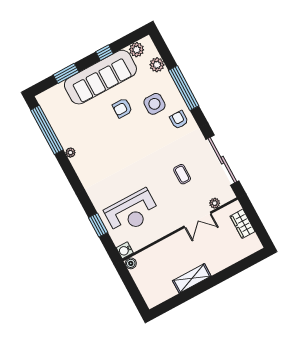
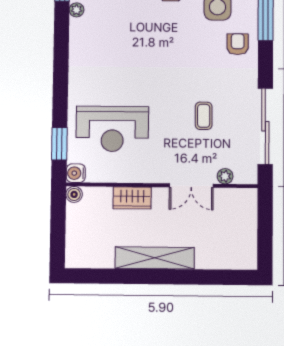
wardrobe: (242, 224) -> (132, 198), moved, turned -90
window: (98, 225) -> (59, 144), moved
shelving: (192, 278) -> (155, 258), width x1.47

